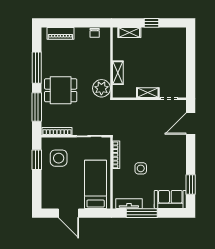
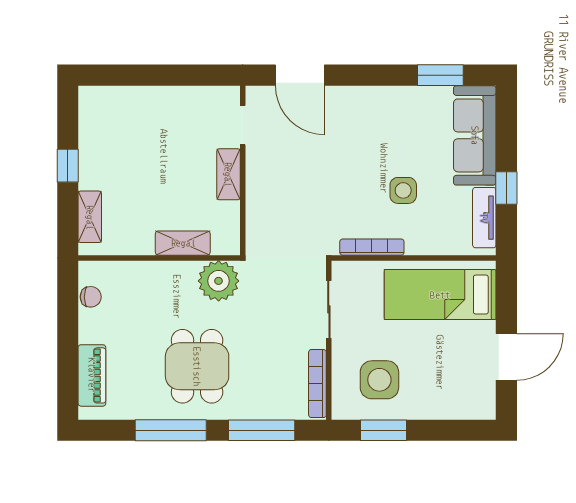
dining table: (61, 90) -> (197, 366), moved
sofa: (170, 199) -> (475, 135), width x1.36
window: (142, 213) -> (506, 188), width x0.46

